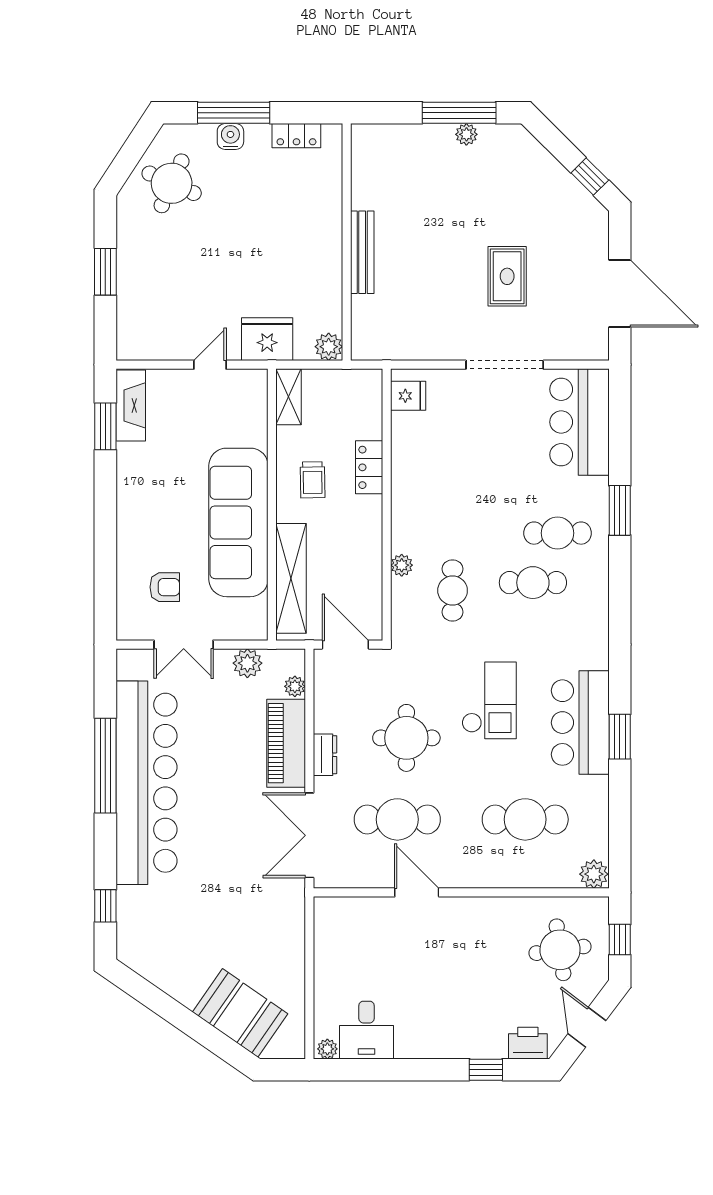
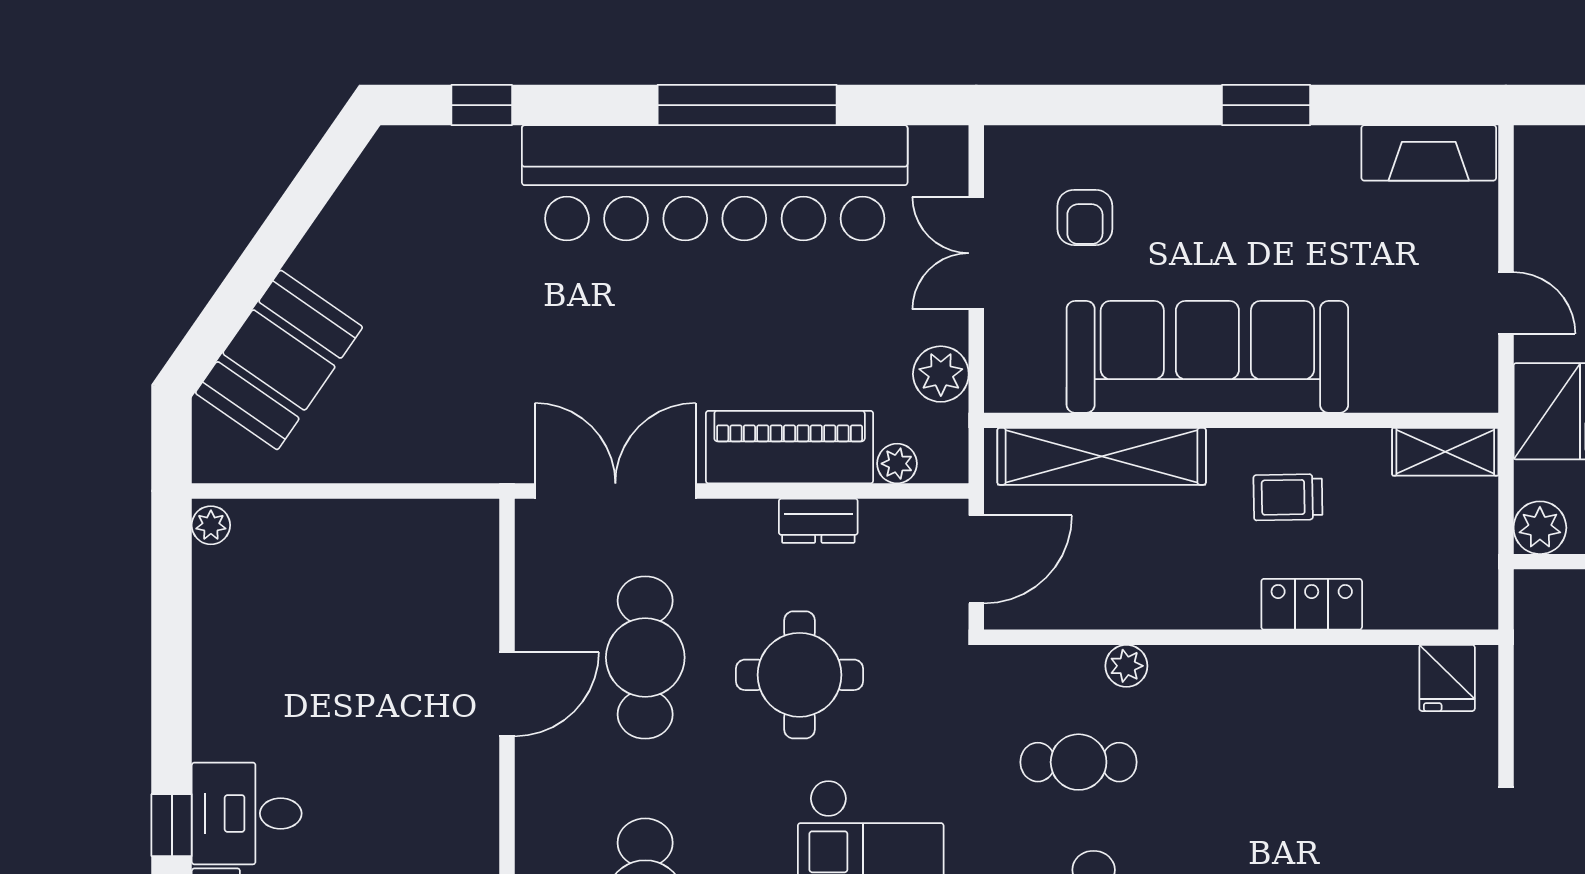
window: (105, 426) -> (1266, 105), moved
dresser: (325, 755) -> (818, 521), moved
desk: (367, 1030) -> (247, 813), moved

